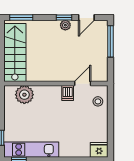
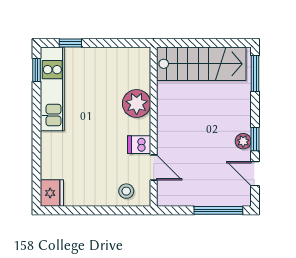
plant: (24, 95) -> (137, 104), moved

